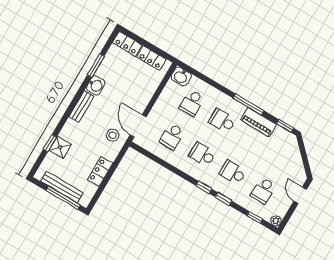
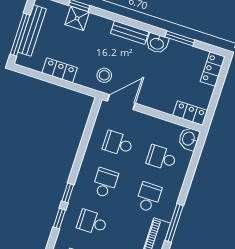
locker: (151, 58) -> (190, 113), moved, turned 90
school desk: (233, 172) -> (92, 222), turned -90

